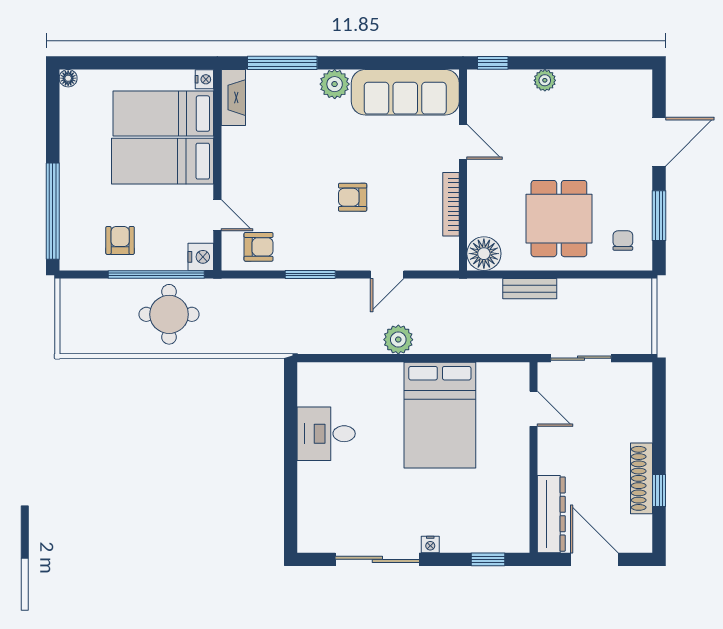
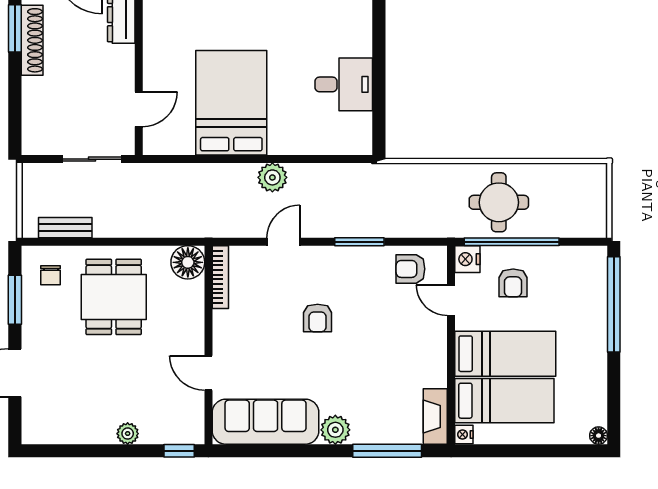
armchair: (353, 197) -> (318, 318), turned 90
bookcase: (451, 204) -> (220, 277), moved
armchair: (120, 240) -> (513, 283), moved
bench: (530, 289) -> (65, 228), moved
door: (534, 409) -> (139, 109), swing flipped
window: (659, 490) -> (15, 28), width x1.50

